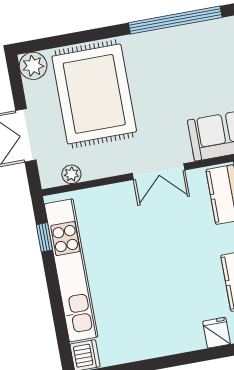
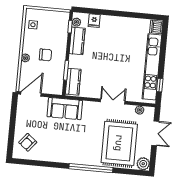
window: (175, 20) -> (91, 168), moved
double door: (158, 172) -> (113, 102), moved

